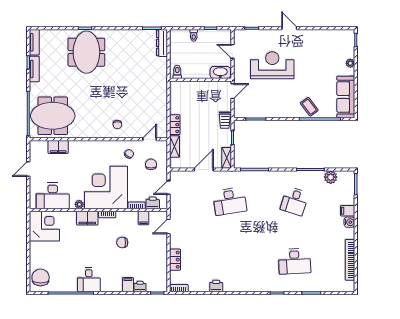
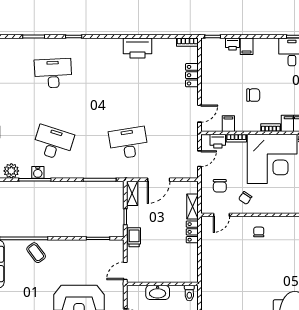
washbasin: (220, 72) -> (158, 292), moved
water cooler: (308, 176) -> (38, 172), added
desk: (295, 201) -> (53, 143), width x1.37
printer: (216, 286) -> (137, 48), width x1.87, depth x1.48

